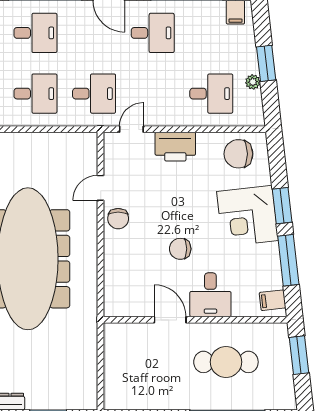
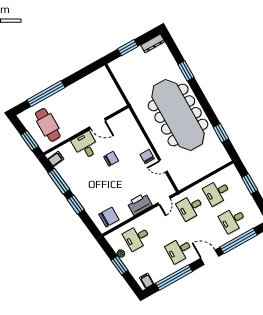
door: (101, 188) -> (163, 166), swing flipped
corner desk: (247, 216) -> (89, 191), removed
cafe table: (226, 362) -> (48, 125), moved, turned 90

